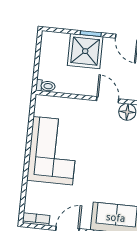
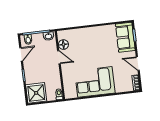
shower: (85, 51) -> (36, 93), moved
door: (108, 100) -> (59, 57), swing flipped

